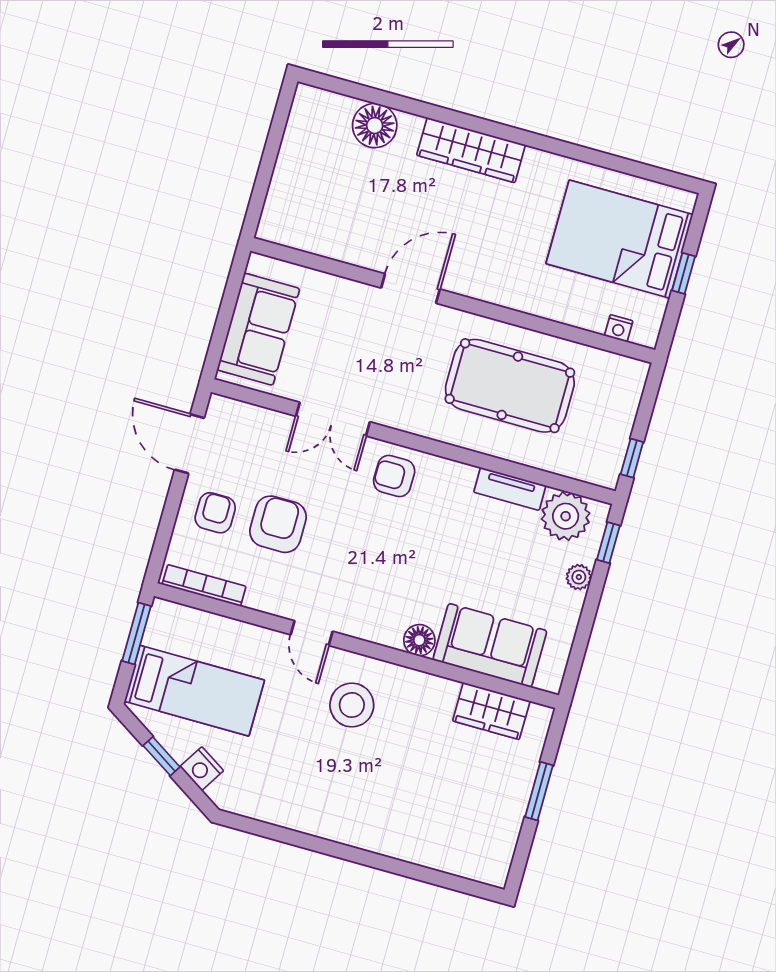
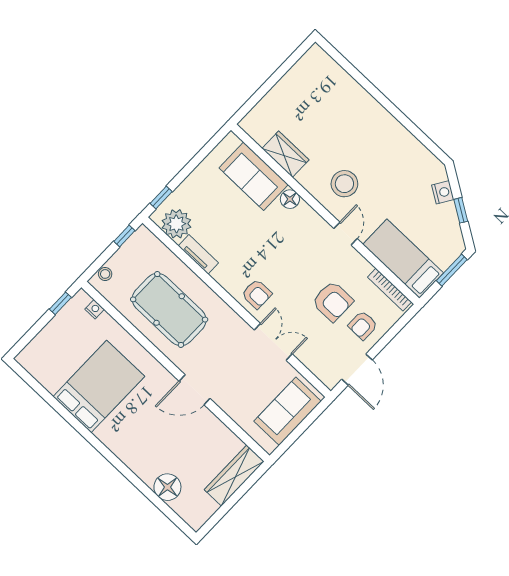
wardrobe: (471, 150) -> (234, 476), moved, turned -90
bed: (620, 239) -> (99, 386), moved, turned -90
window: (684, 273) -> (60, 303), moved
stool: (631, 388) -> (105, 274), added
armchair: (278, 524) -> (333, 301), turned -90
plant: (579, 577) -> (187, 188), removed
window: (136, 633) -> (452, 270), moved
bed: (194, 691) -> (403, 259), moved
wardrobe: (491, 711) -> (285, 154), moved
window: (539, 791) -> (269, 84), removed

